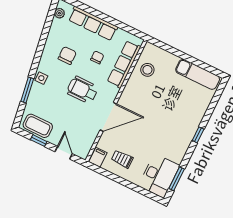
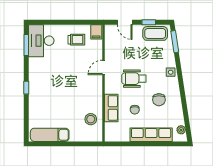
row of seats: (124, 64) -> (111, 108), width x0.68
window: (27, 90) -> (175, 42), moved
wheelchair: (82, 90) -> (134, 79), turned 180
door: (108, 117) -> (103, 67), width x0.53

